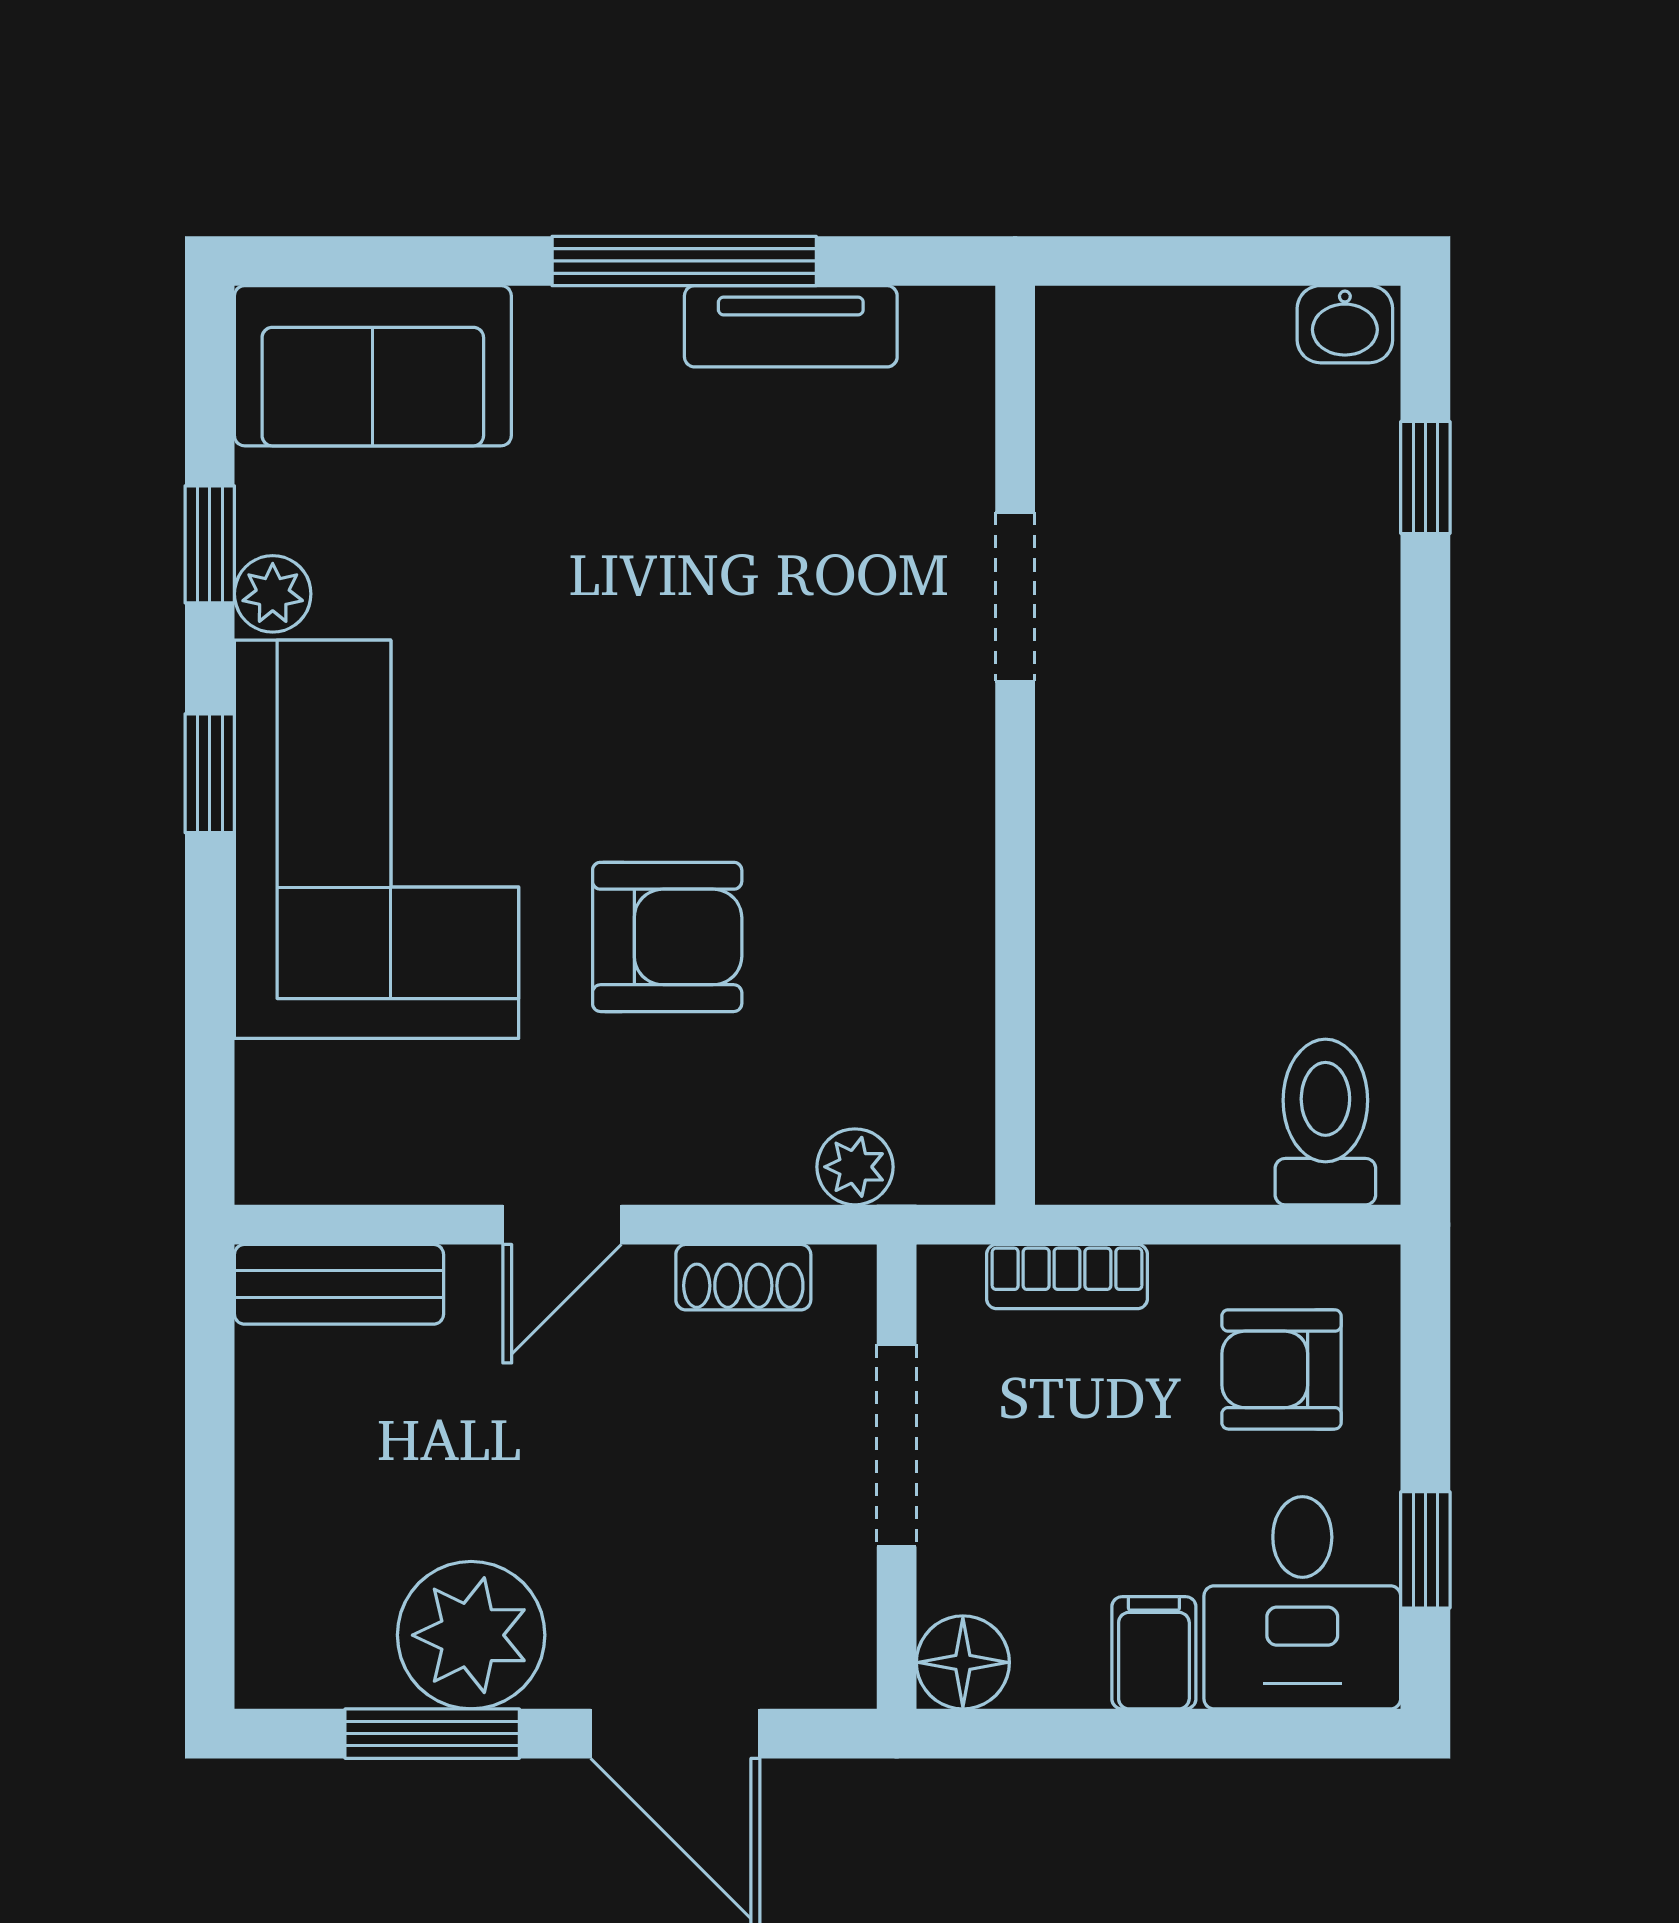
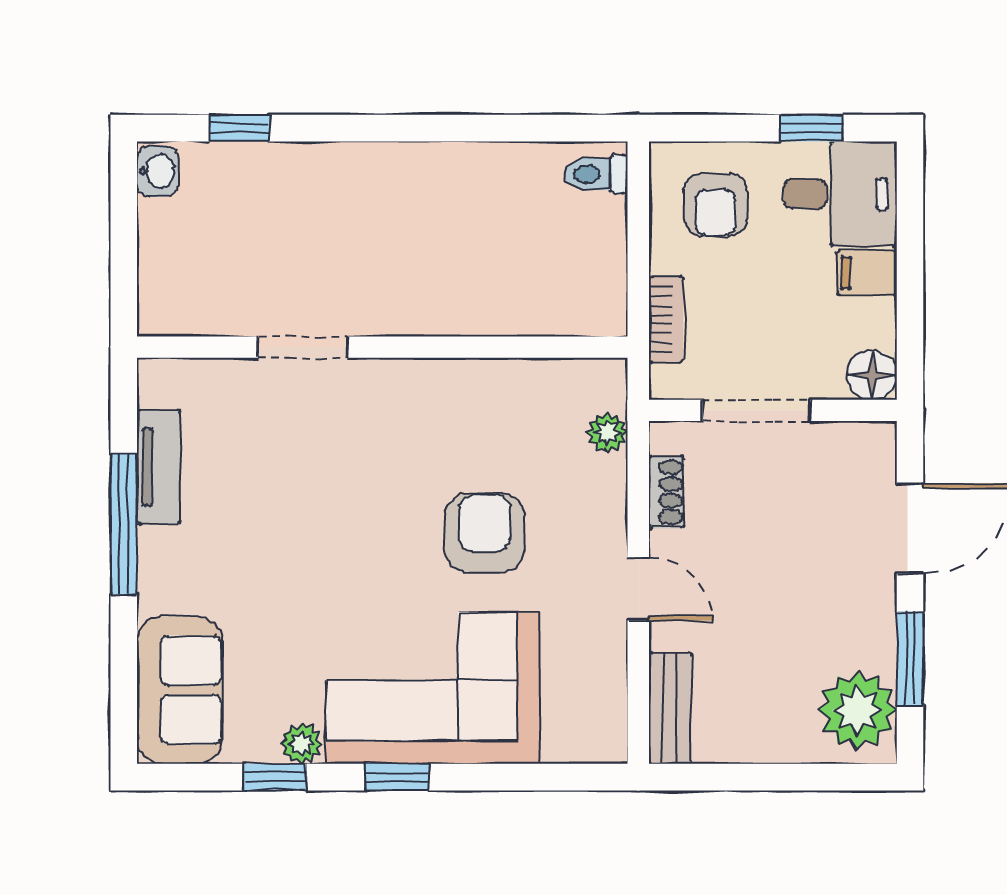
toilet: (1325, 1122) -> (596, 174), width x0.73, depth x0.72
plant: (471, 1635) -> (857, 710), moved

